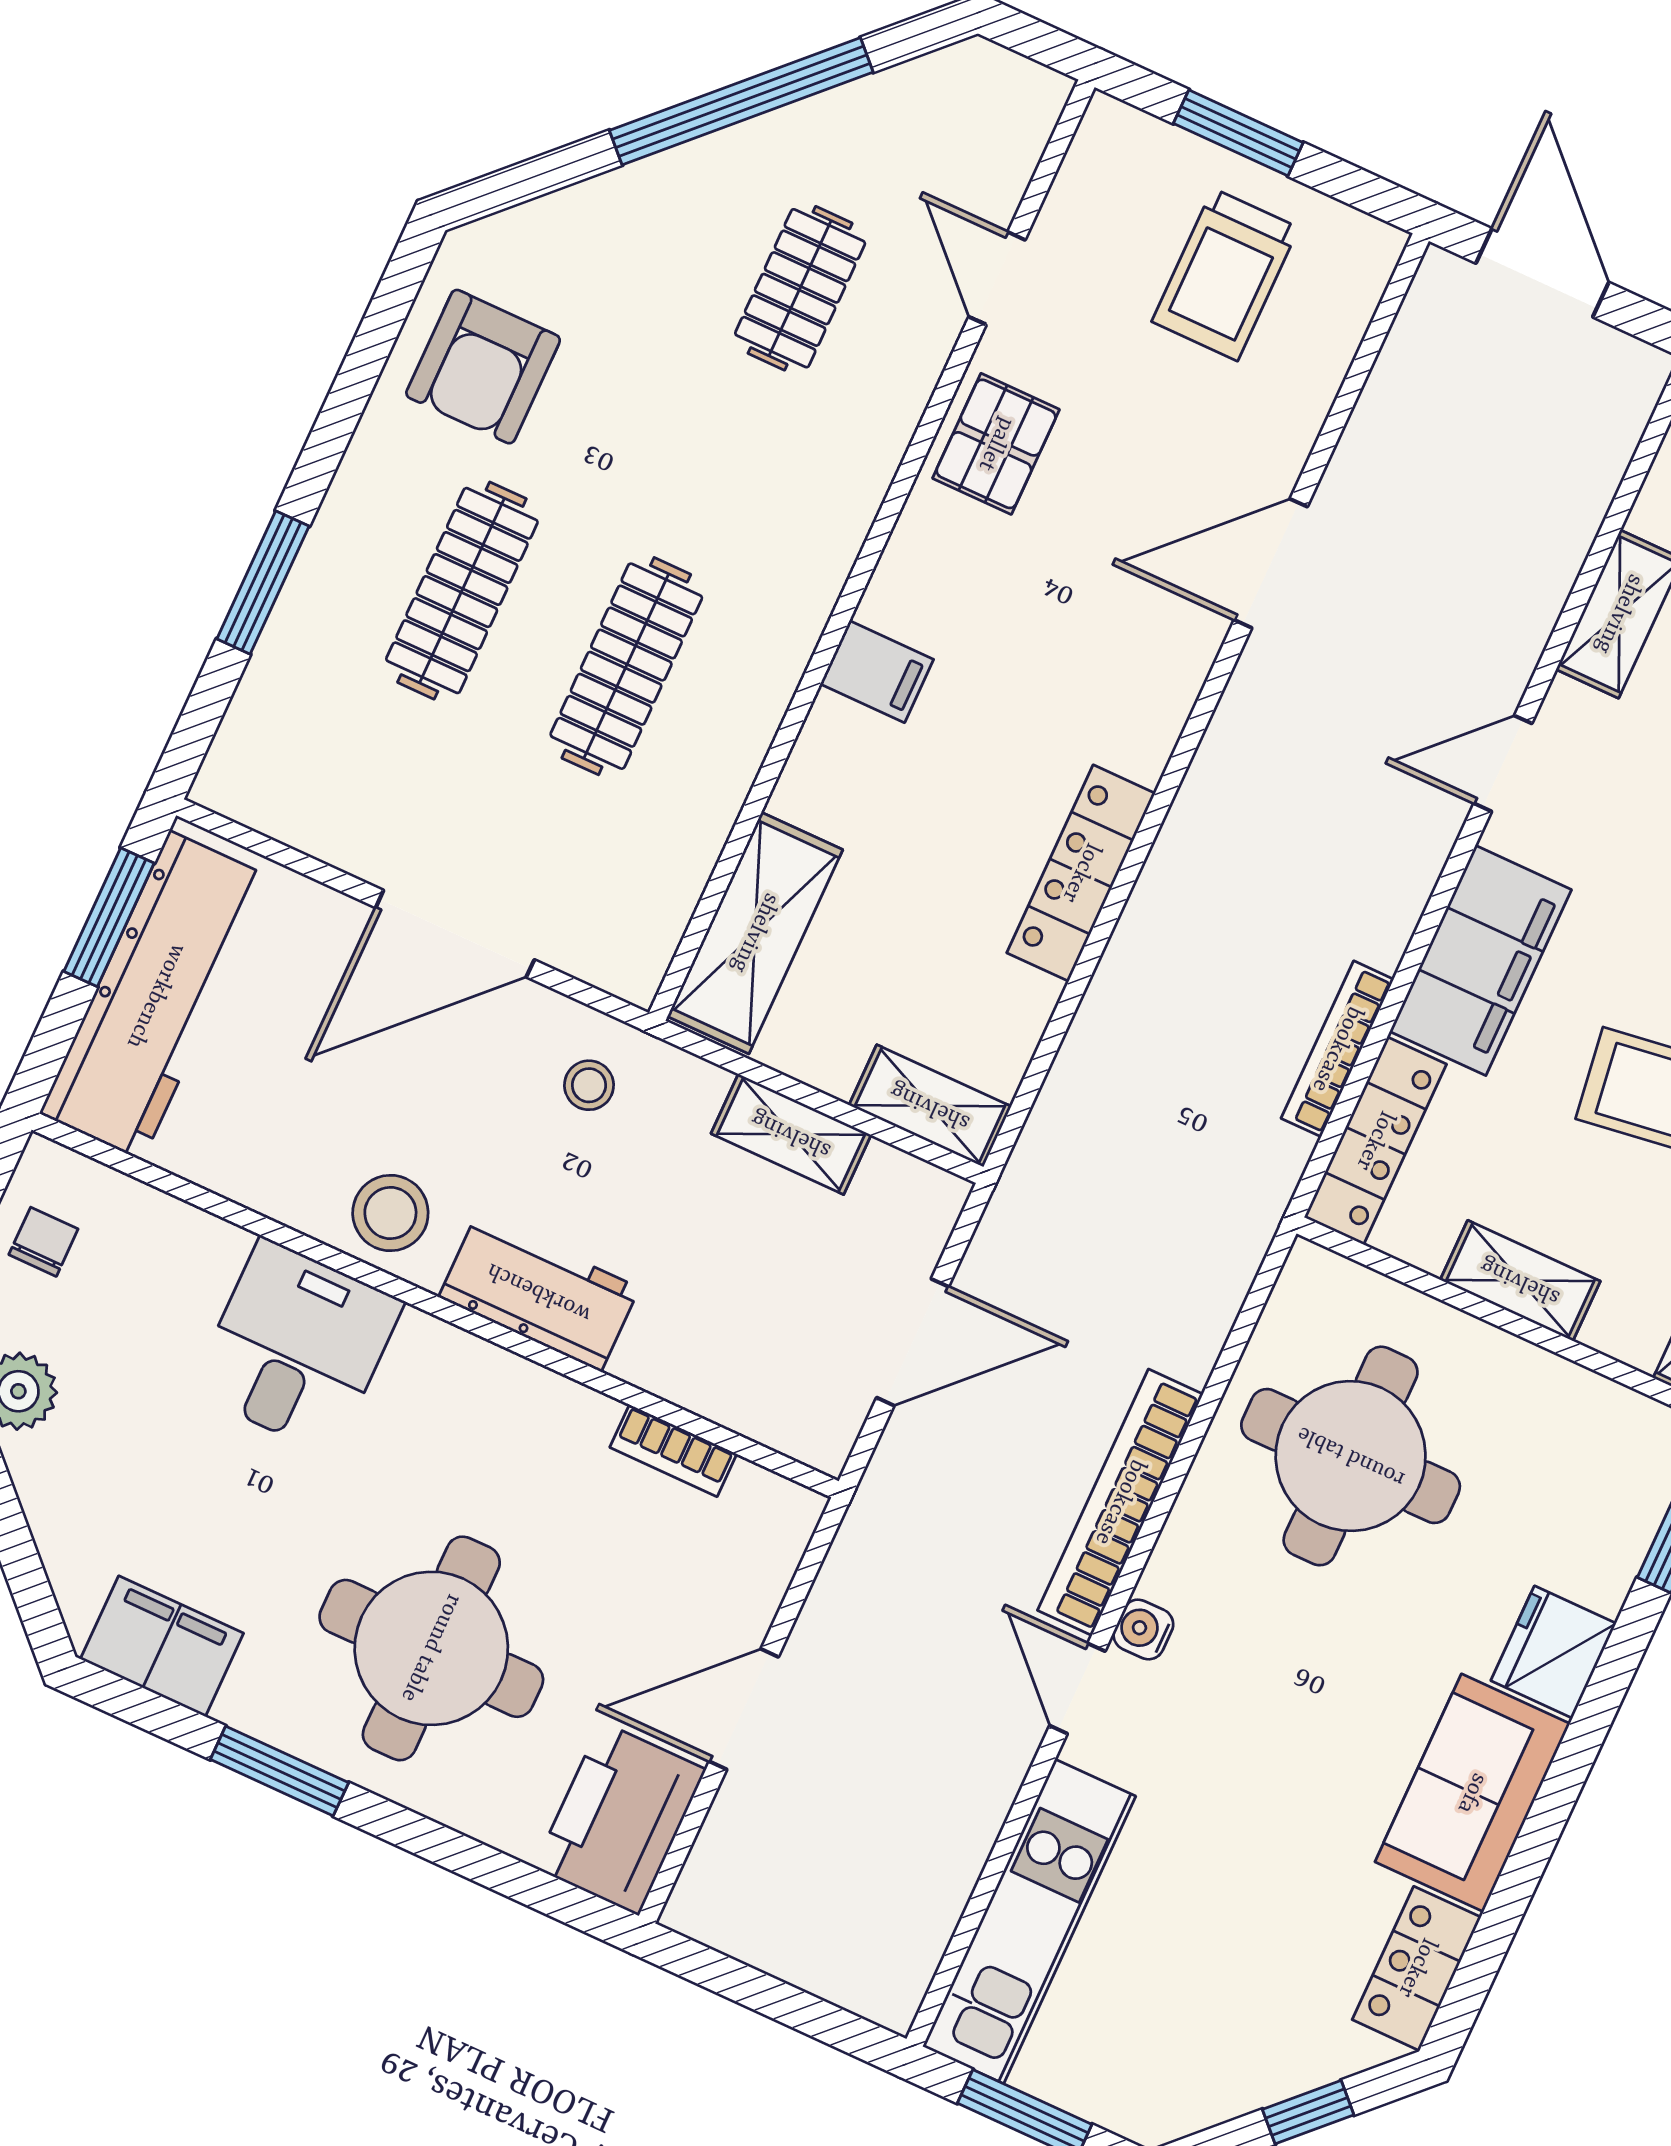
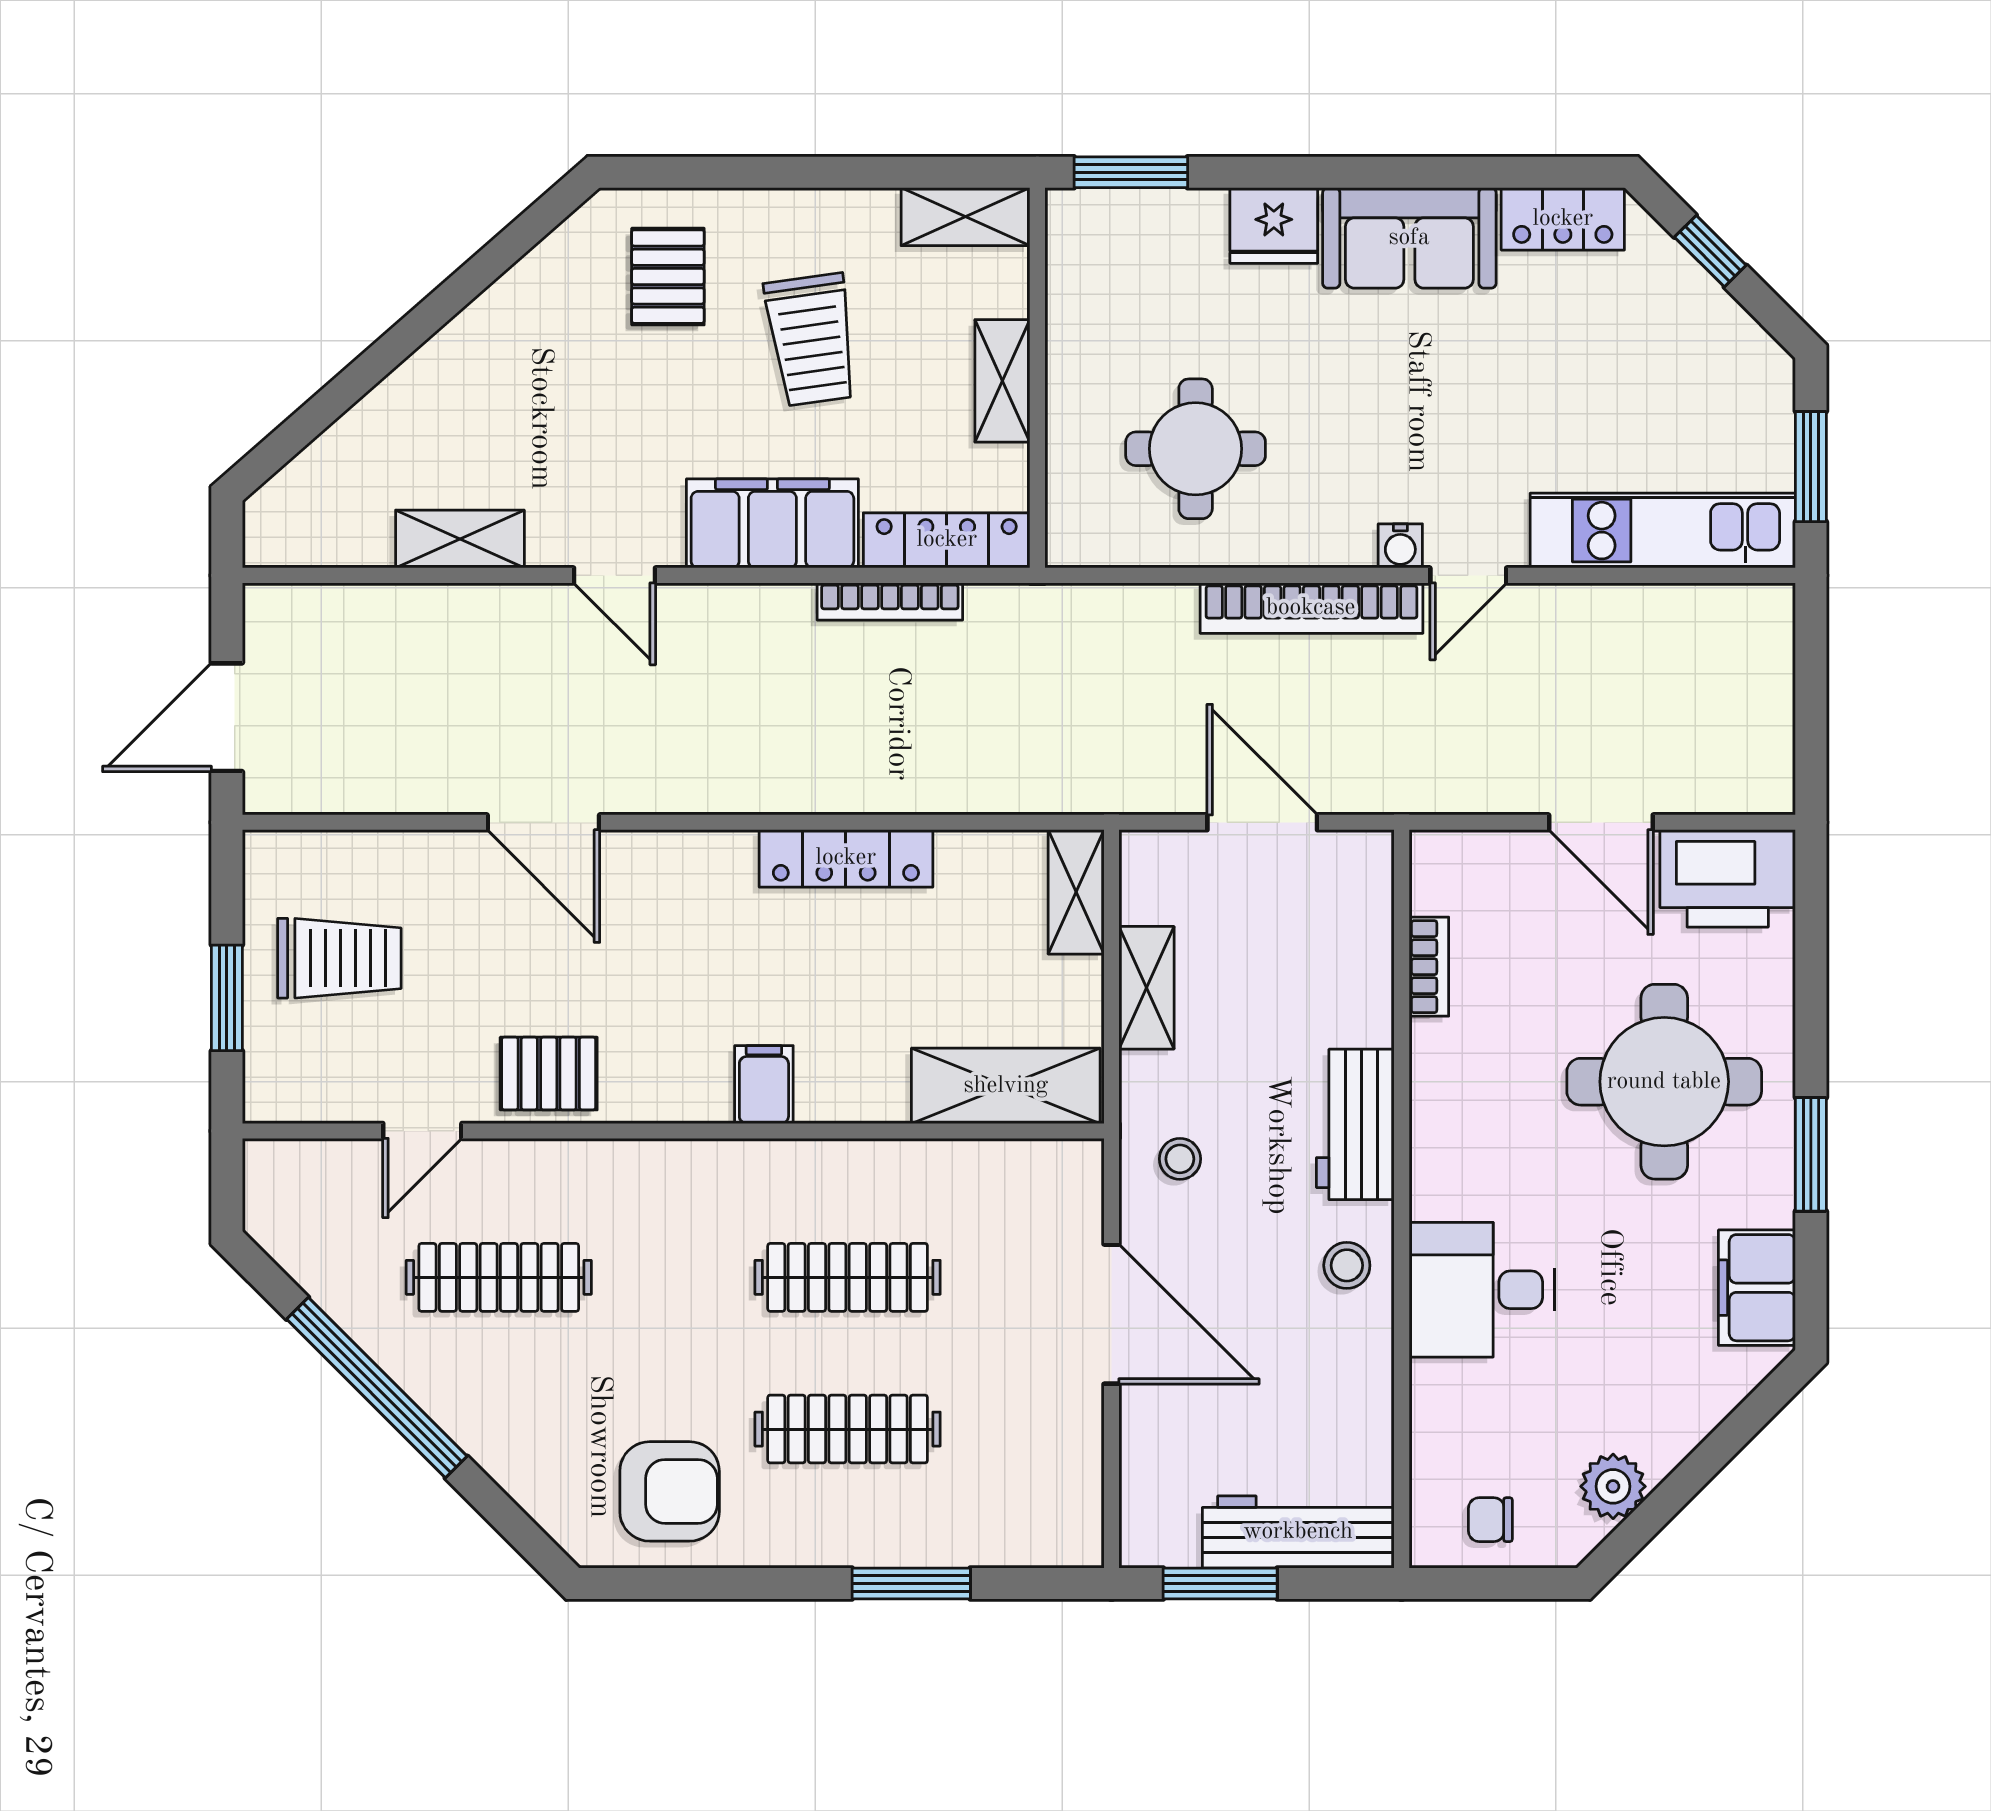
clothes rail: (800, 288) -> (499, 1277), width x1.36
workbench: (156, 996) -> (1298, 1532), width x0.73, depth x0.76
stool: (390, 1213) -> (1347, 1265), width x0.73, depth x0.73
round table: (1351, 1456) -> (1196, 449), width x0.73, depth x0.73

